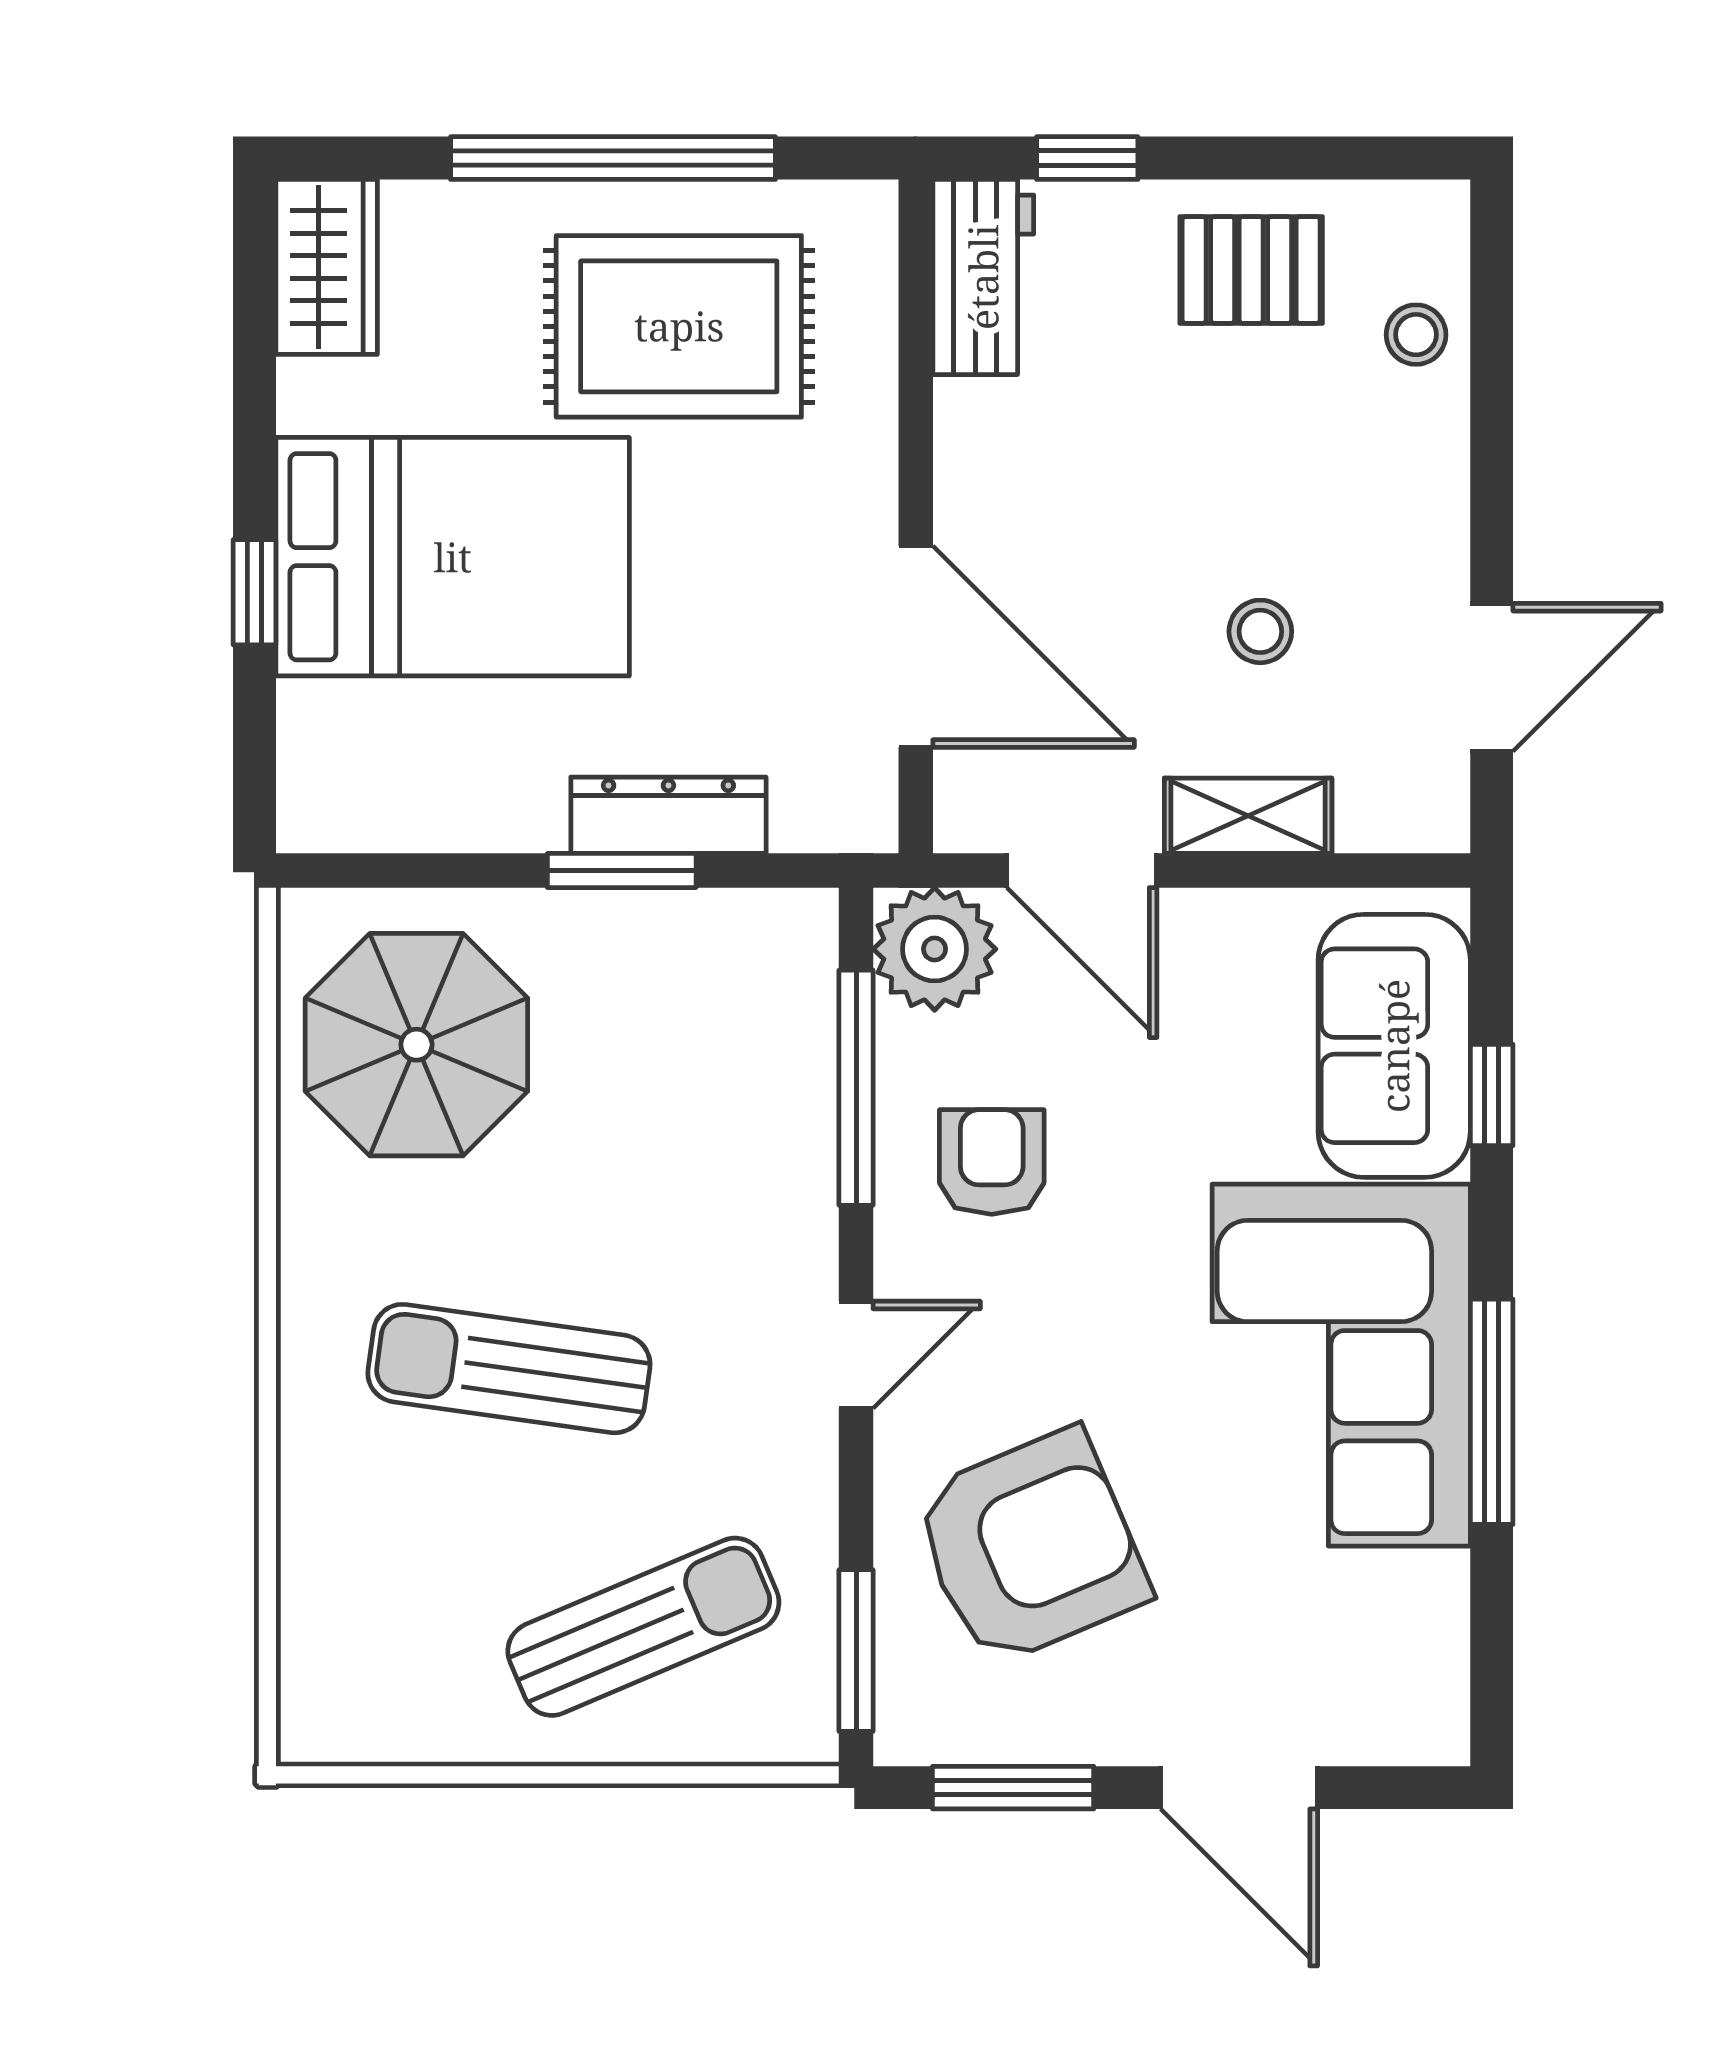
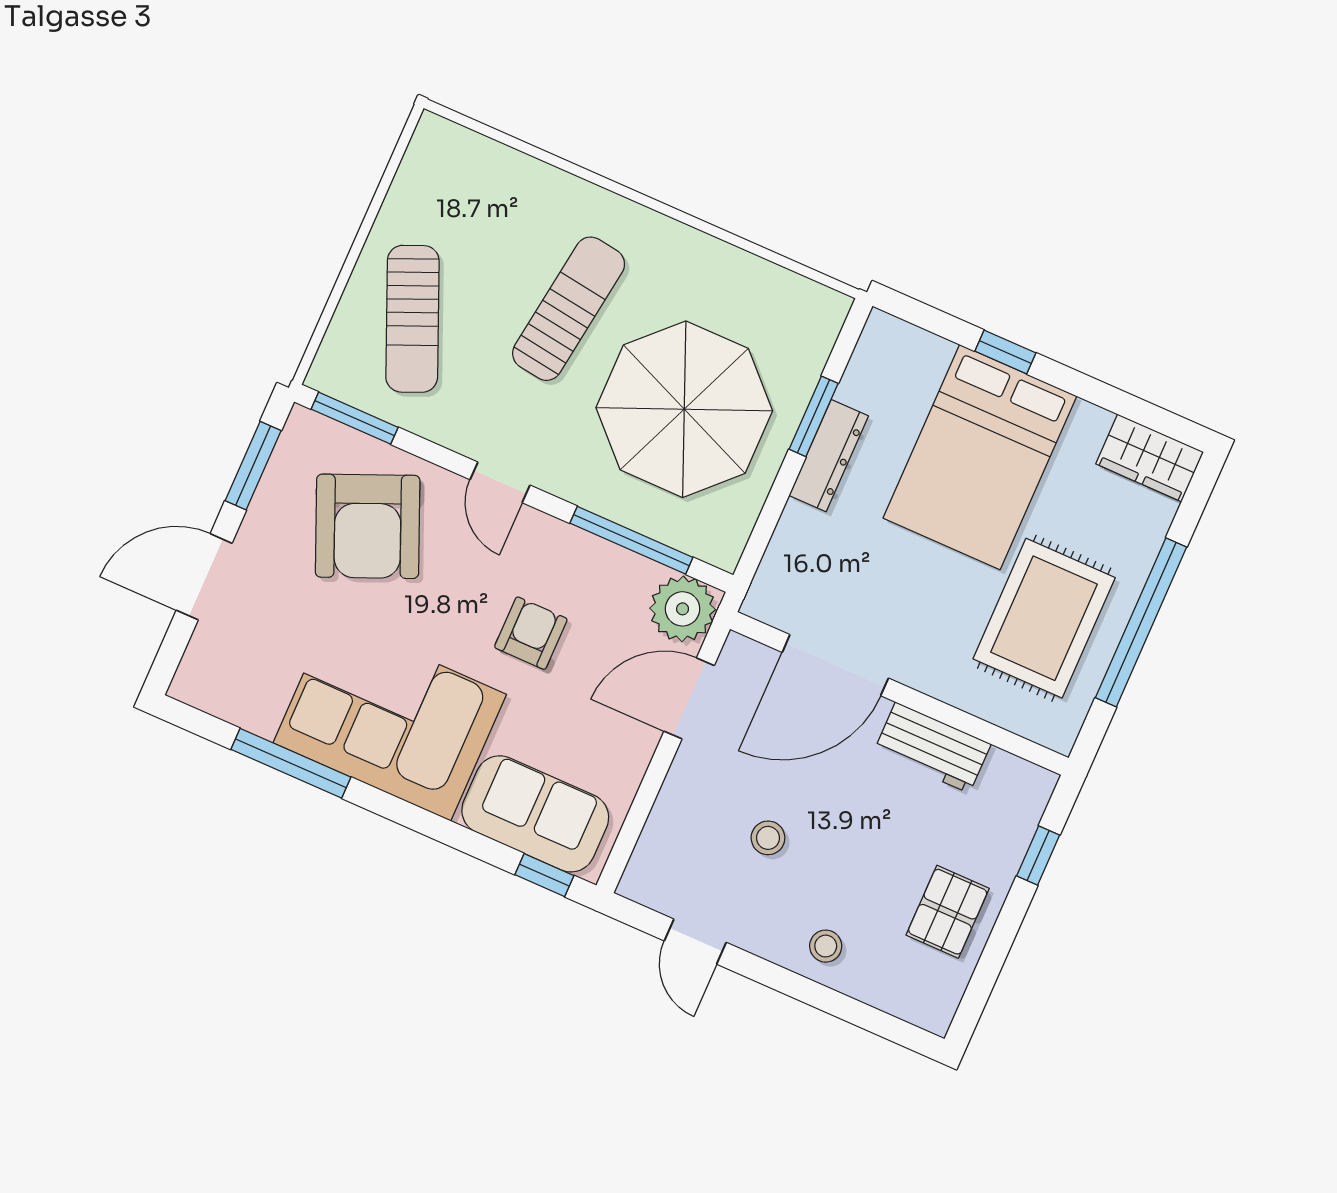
workbench: (983, 277) -> (932, 748), moved
stool: (1416, 335) -> (826, 946), moved
door: (1492, 677) -> (695, 942), width x0.73
dresser: (668, 815) -> (829, 456), moved
shelving: (1248, 816) -> (680, 792), removed
window: (622, 870) -> (814, 416), moved
parasol: (416, 1045) -> (684, 409), moved, width x1.36, depth x1.36
window: (1492, 1095) -> (544, 875), moved
armchair: (992, 1162) -> (531, 633), moved, turned -90
window: (1492, 1412) -> (291, 763), moved

